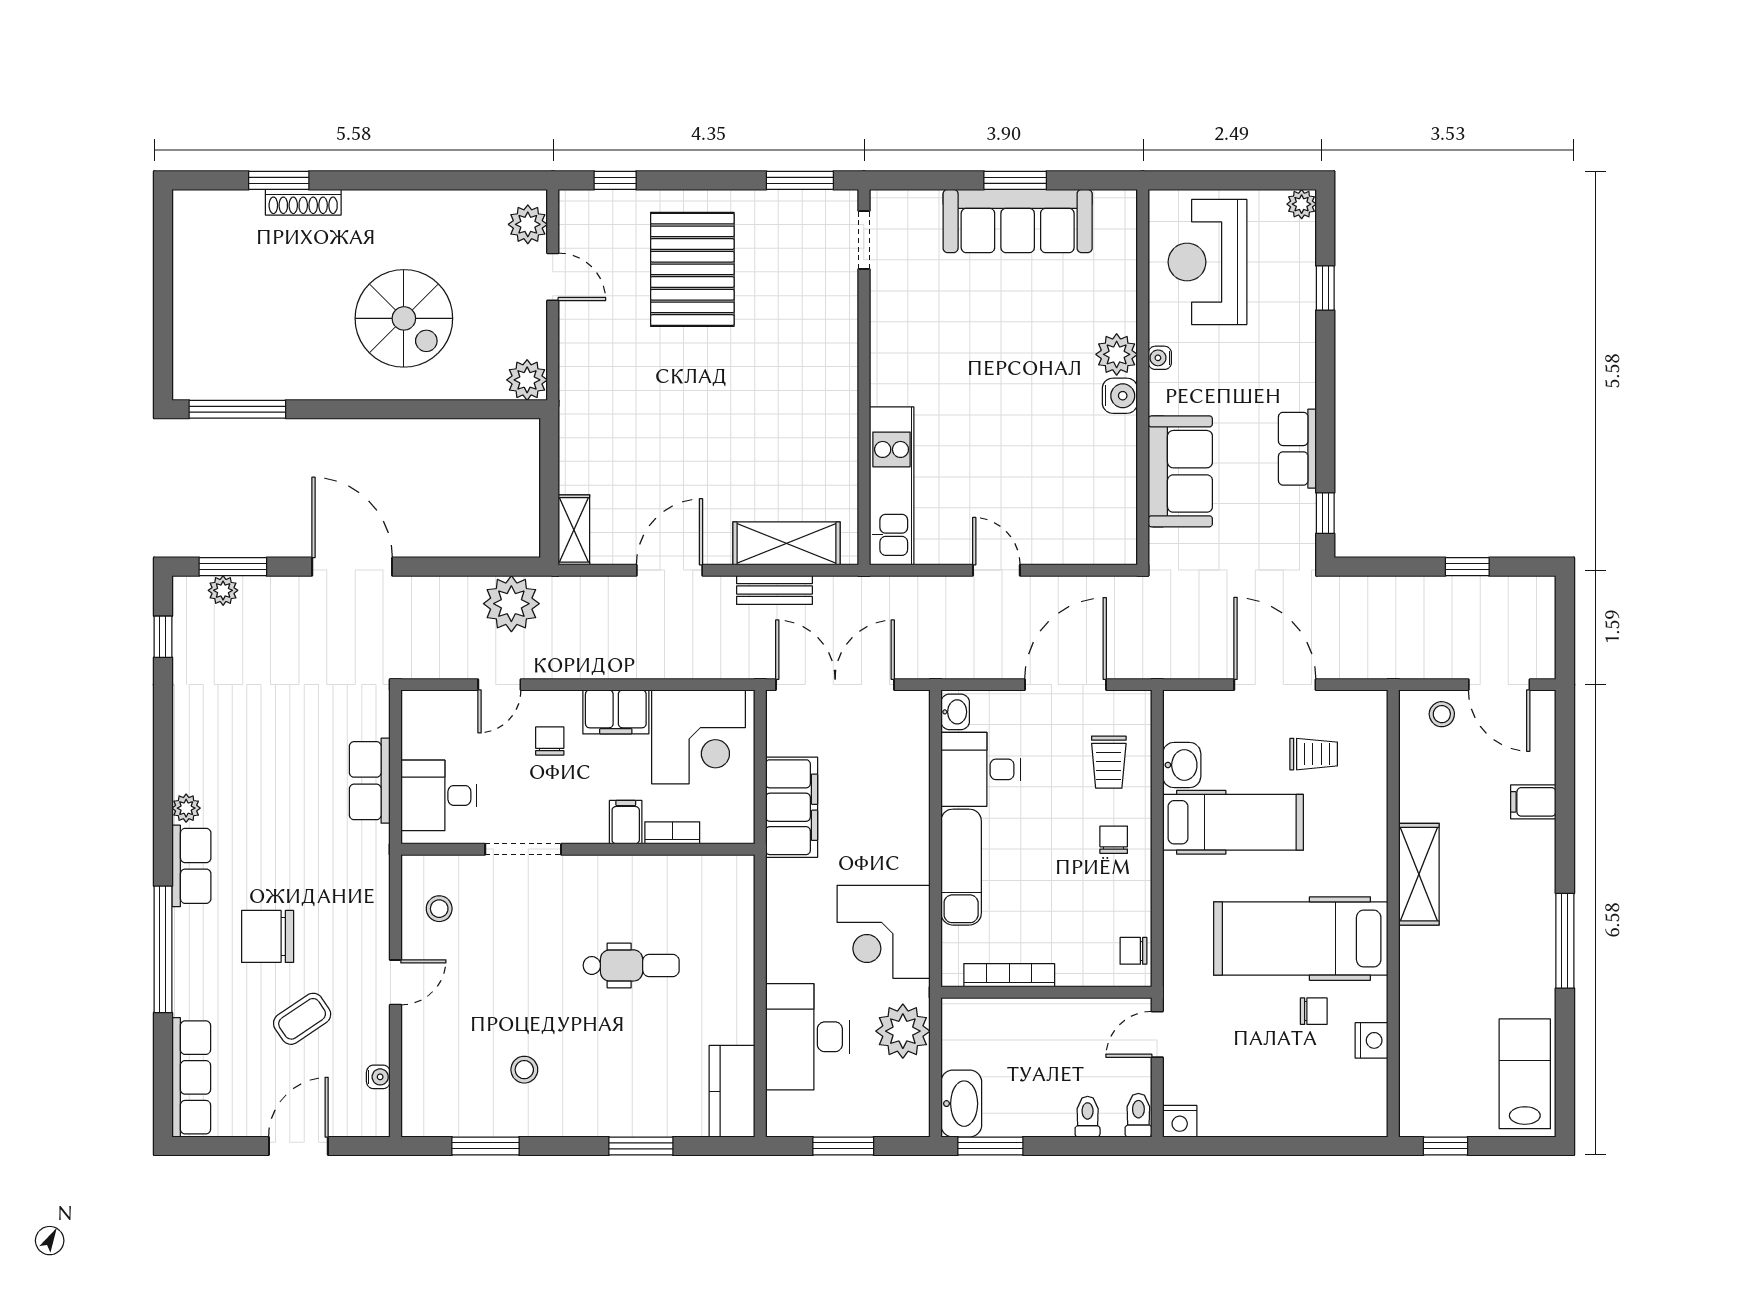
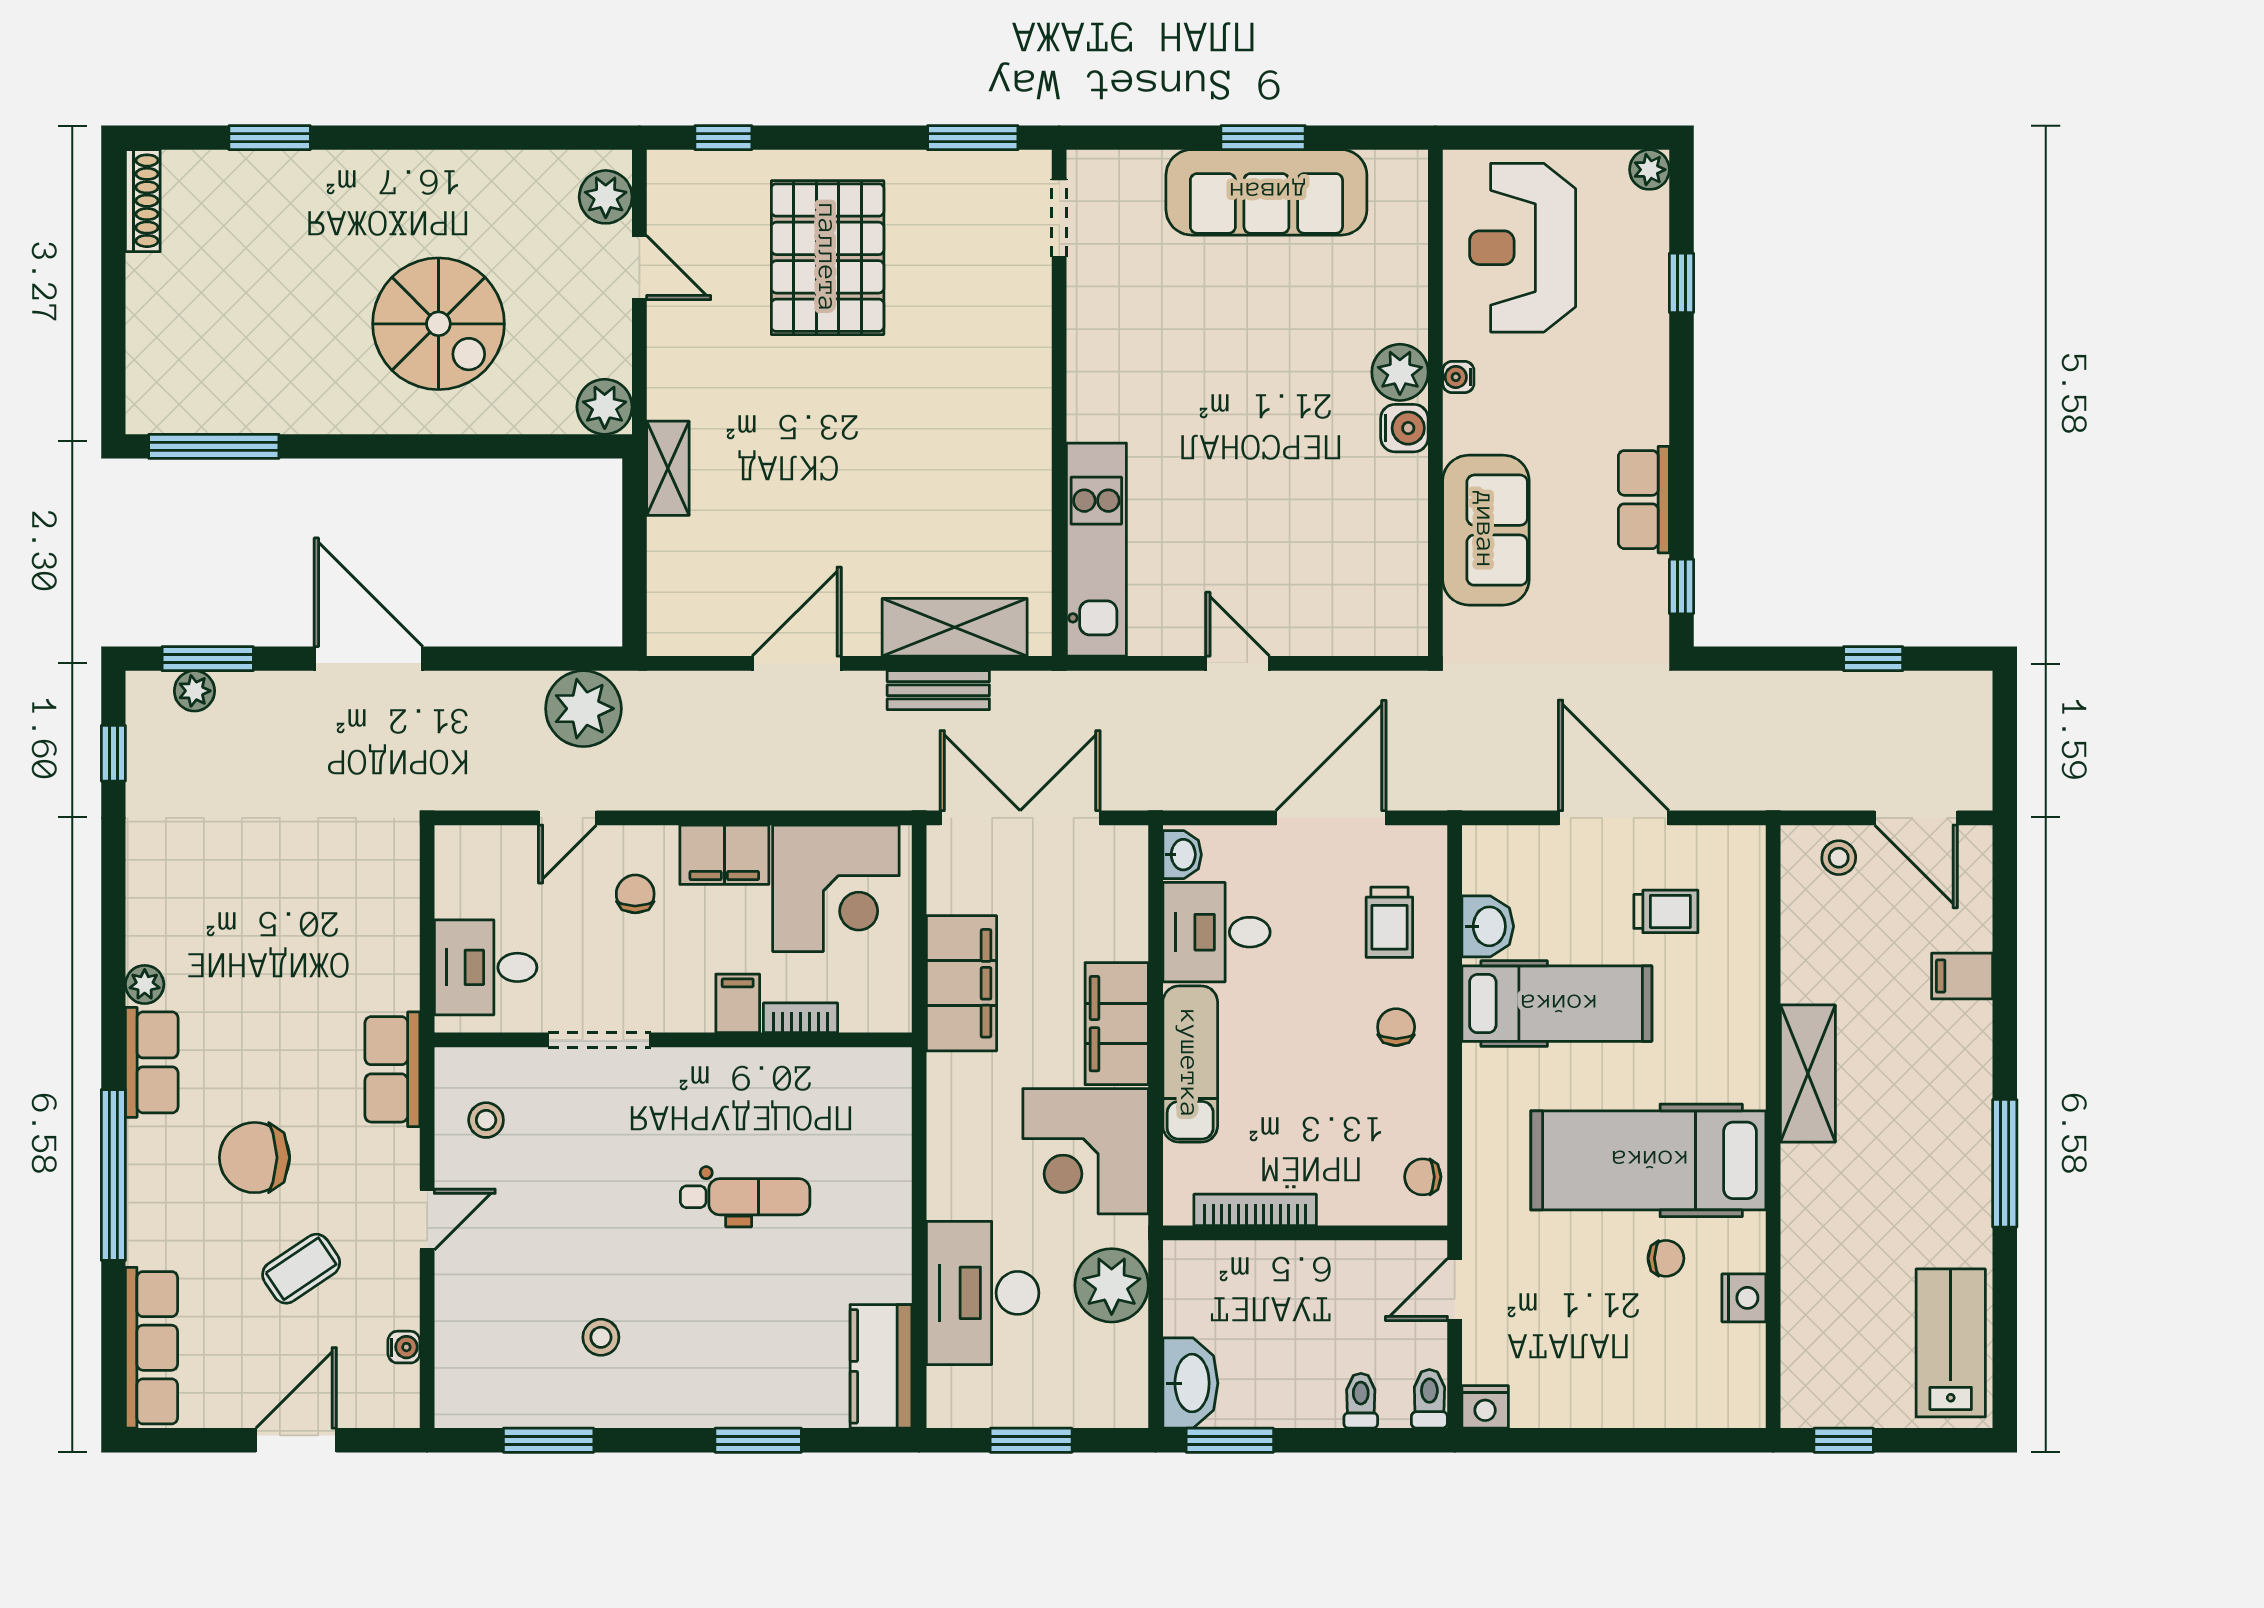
shoe rack: (303, 202) -> (143, 201), moved, turned -90
shelving: (574, 530) -> (668, 468), moved
row of seats: (370, 781) -> (392, 1069), moved
filing cabinet: (907, 837) -> (1117, 1024), added

